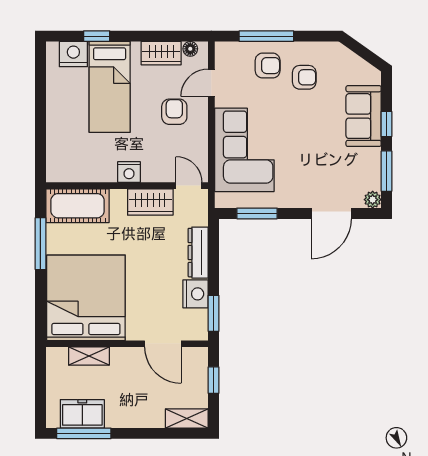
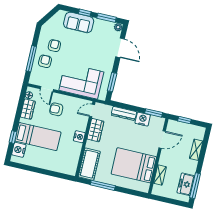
bed: (86, 298) -> (134, 165), width x0.73
shelving: (187, 418) -> (196, 150), moved

